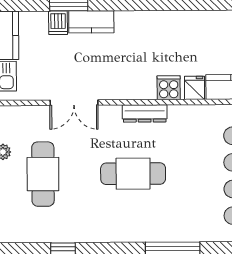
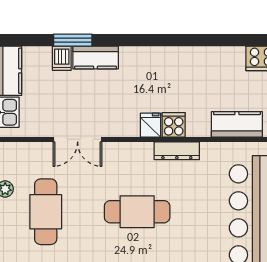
fridge: (194, 88) -> (150, 125), moved
dresser: (145, 113) -> (177, 151), moved

